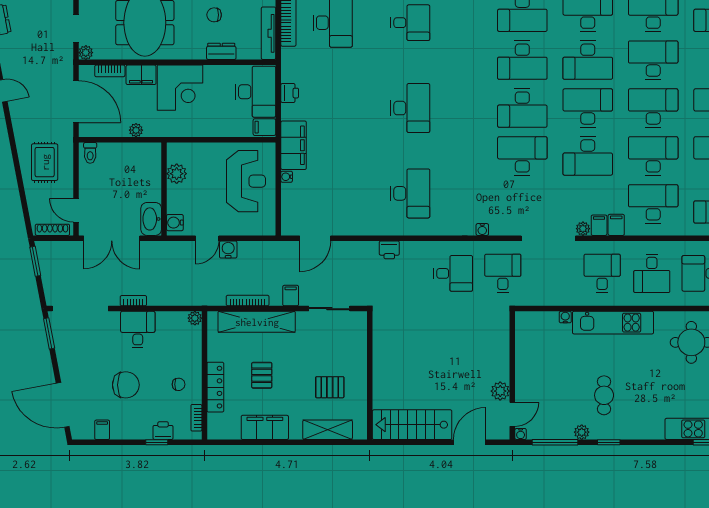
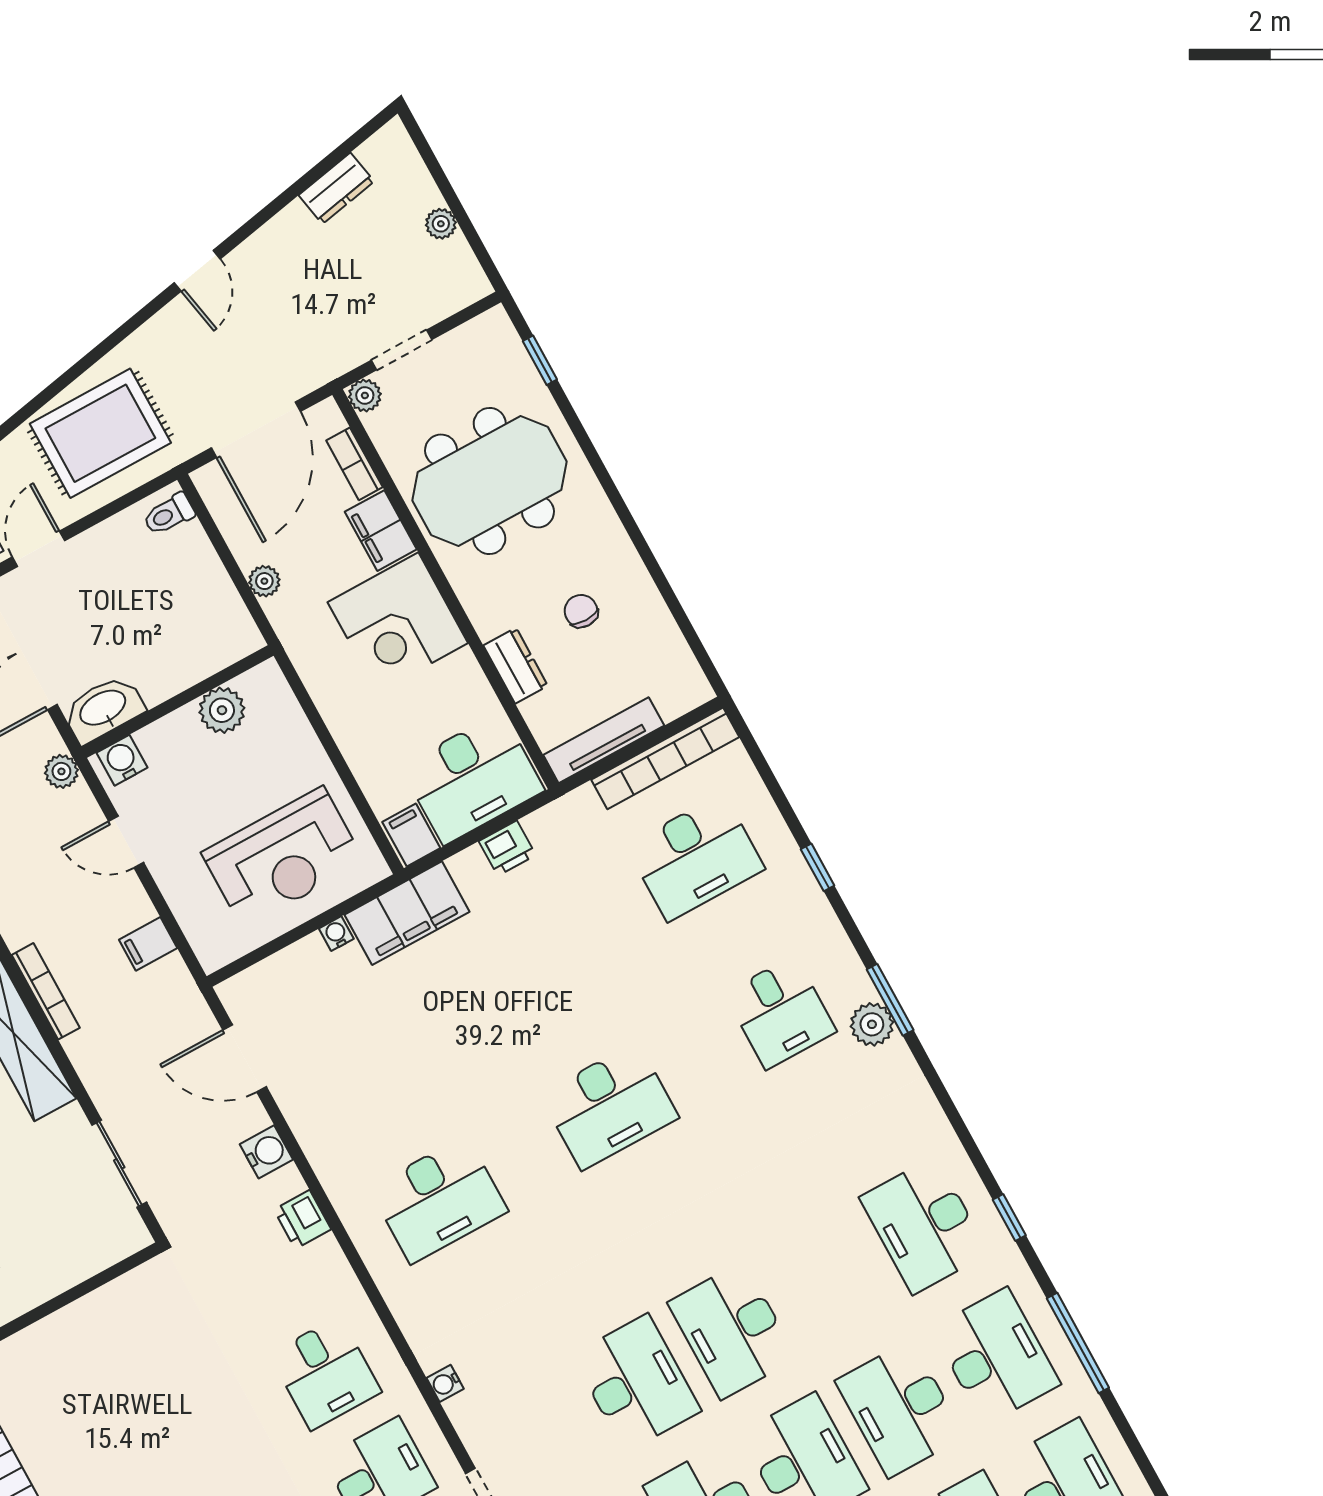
desk: (522, 60) -> (828, 1278), removed
rug: (45, 162) -> (100, 433), width x1.36, depth x1.43
plant: (166, 248) -> (61, 771), added
water cooler: (228, 249) -> (266, 1152), moved
filing cabinet: (291, 296) -> (148, 944), moved, turned 180

